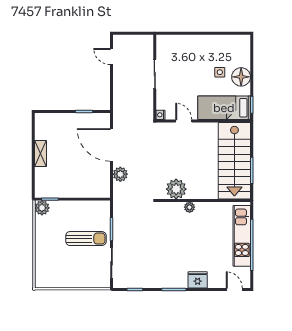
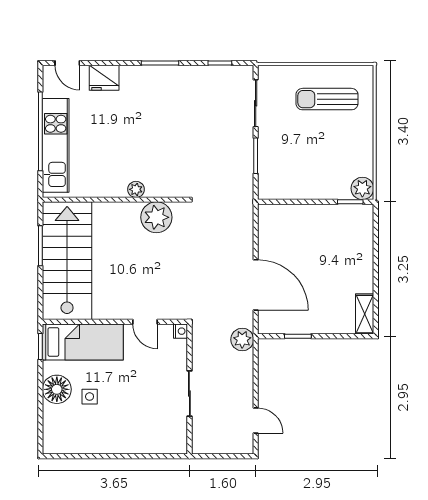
shelving: (41, 153) -> (365, 314), moved
plant: (120, 174) -> (242, 340), moved
sun lounger: (86, 239) -> (327, 99), moved
fridge: (198, 280) -> (104, 78), moved

